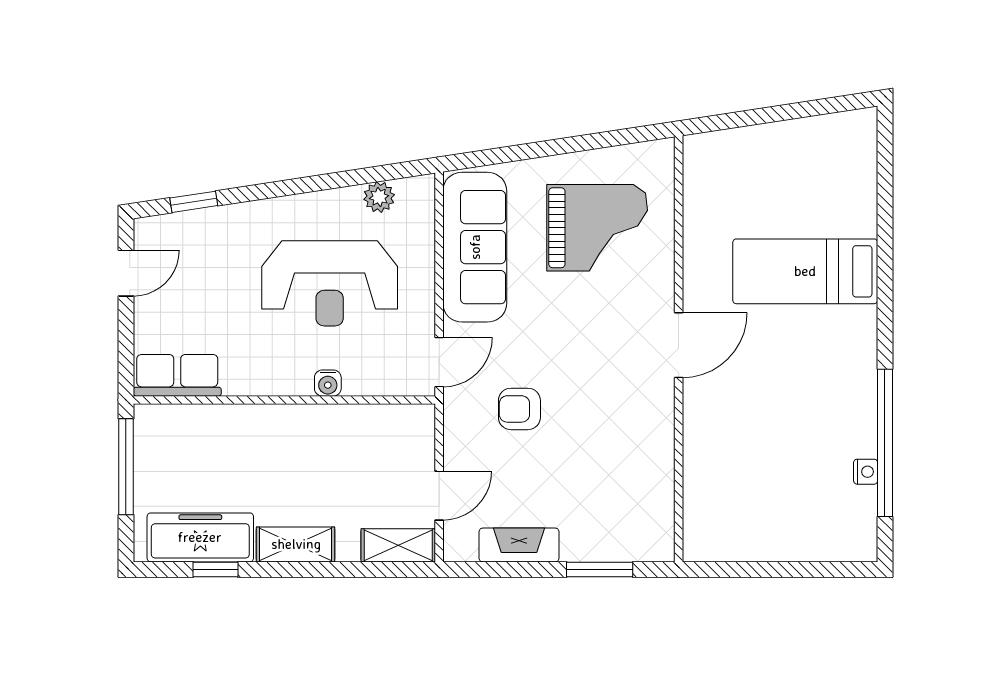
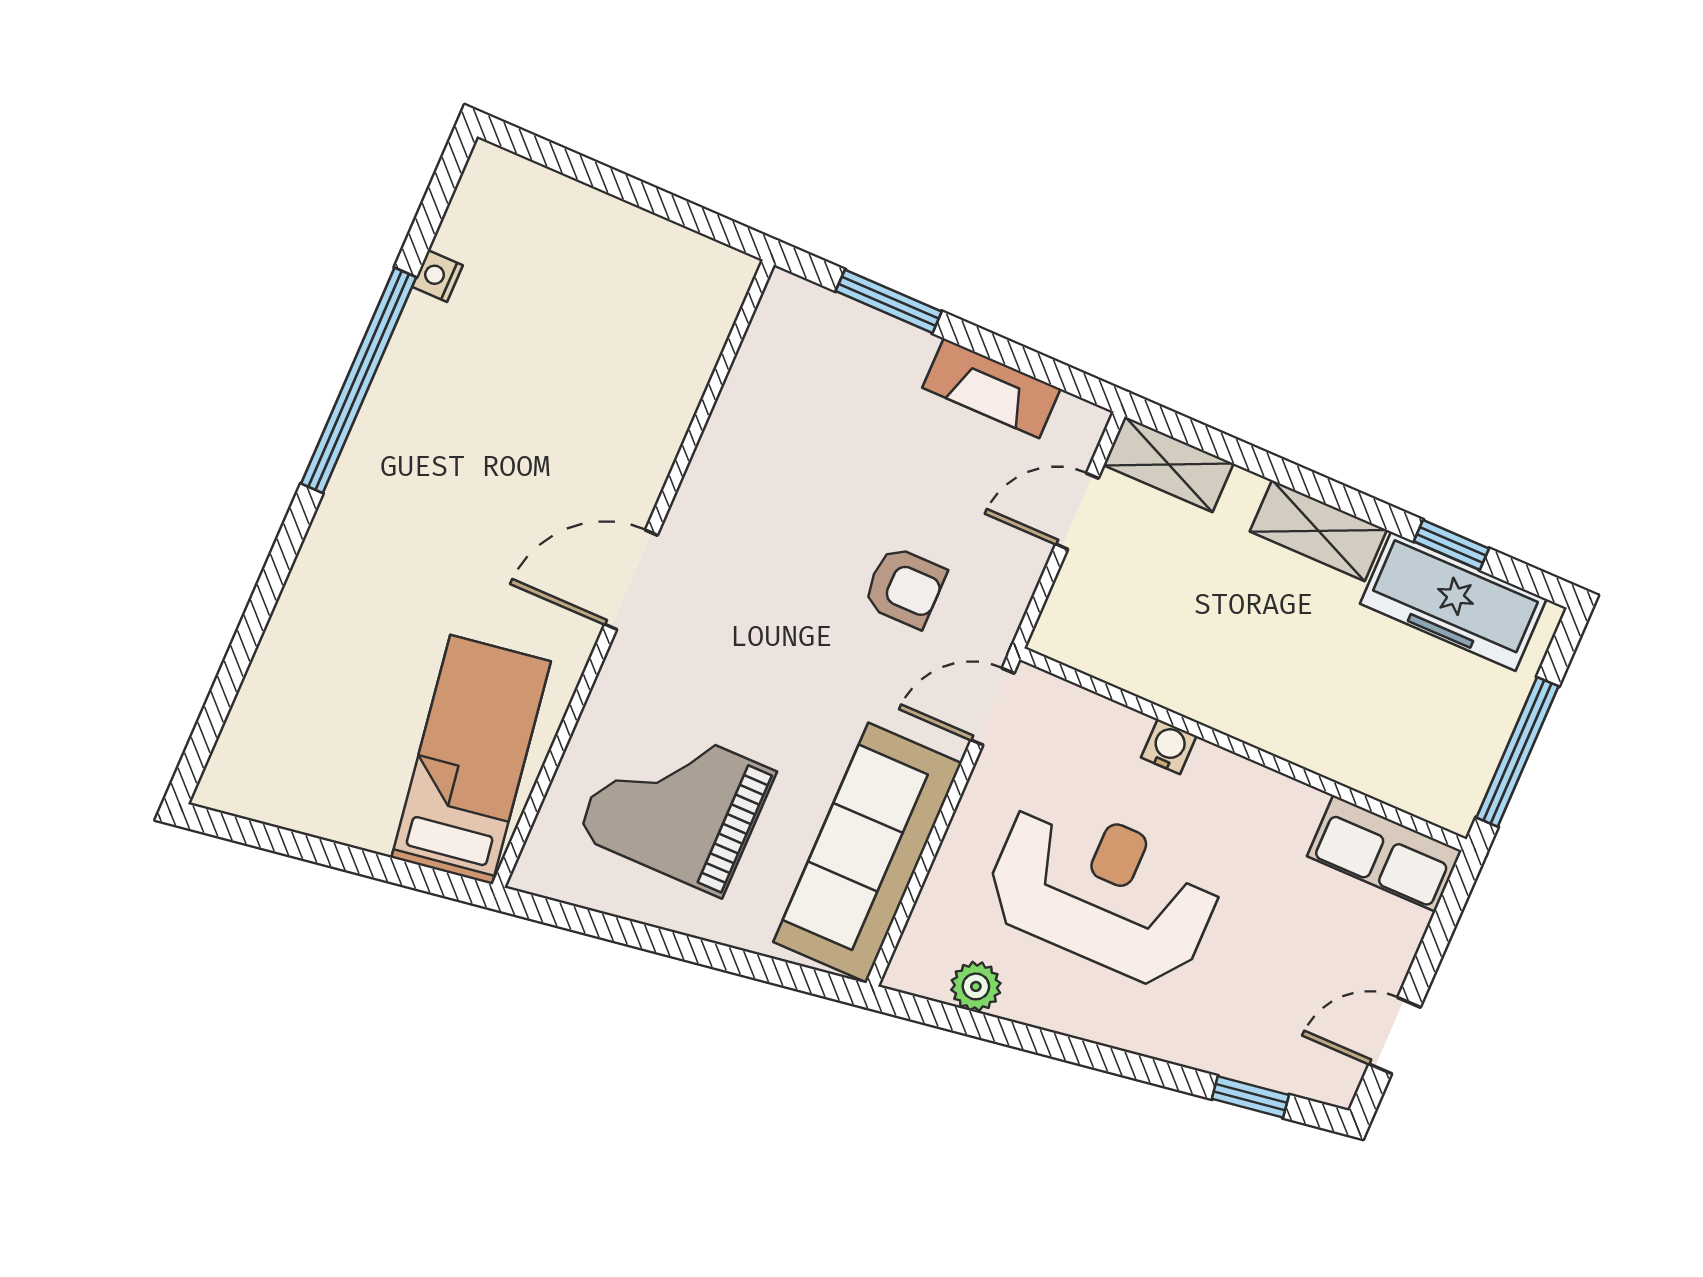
bed: (805, 271) -> (471, 760), moved, turned -99
window: (885, 443) -> (359, 380), moved

